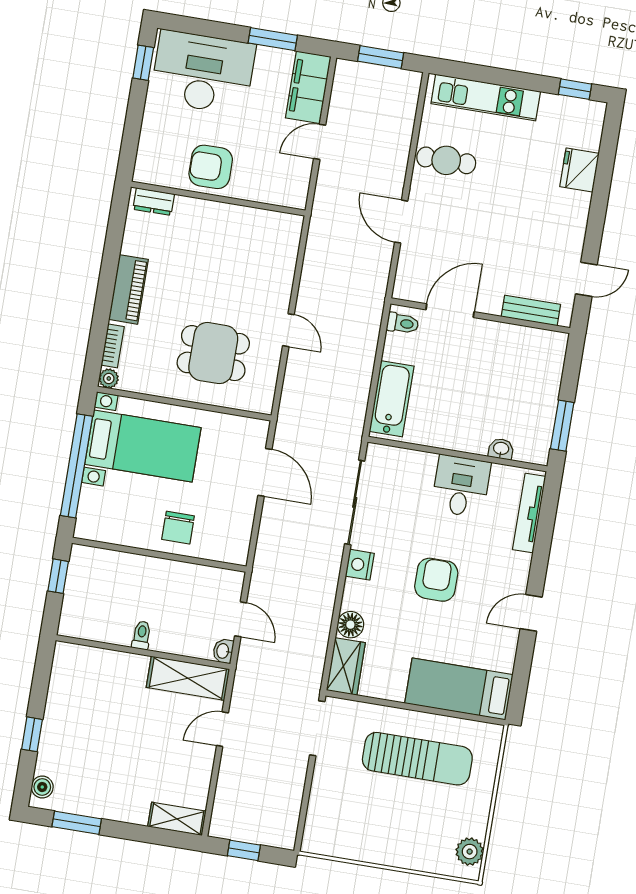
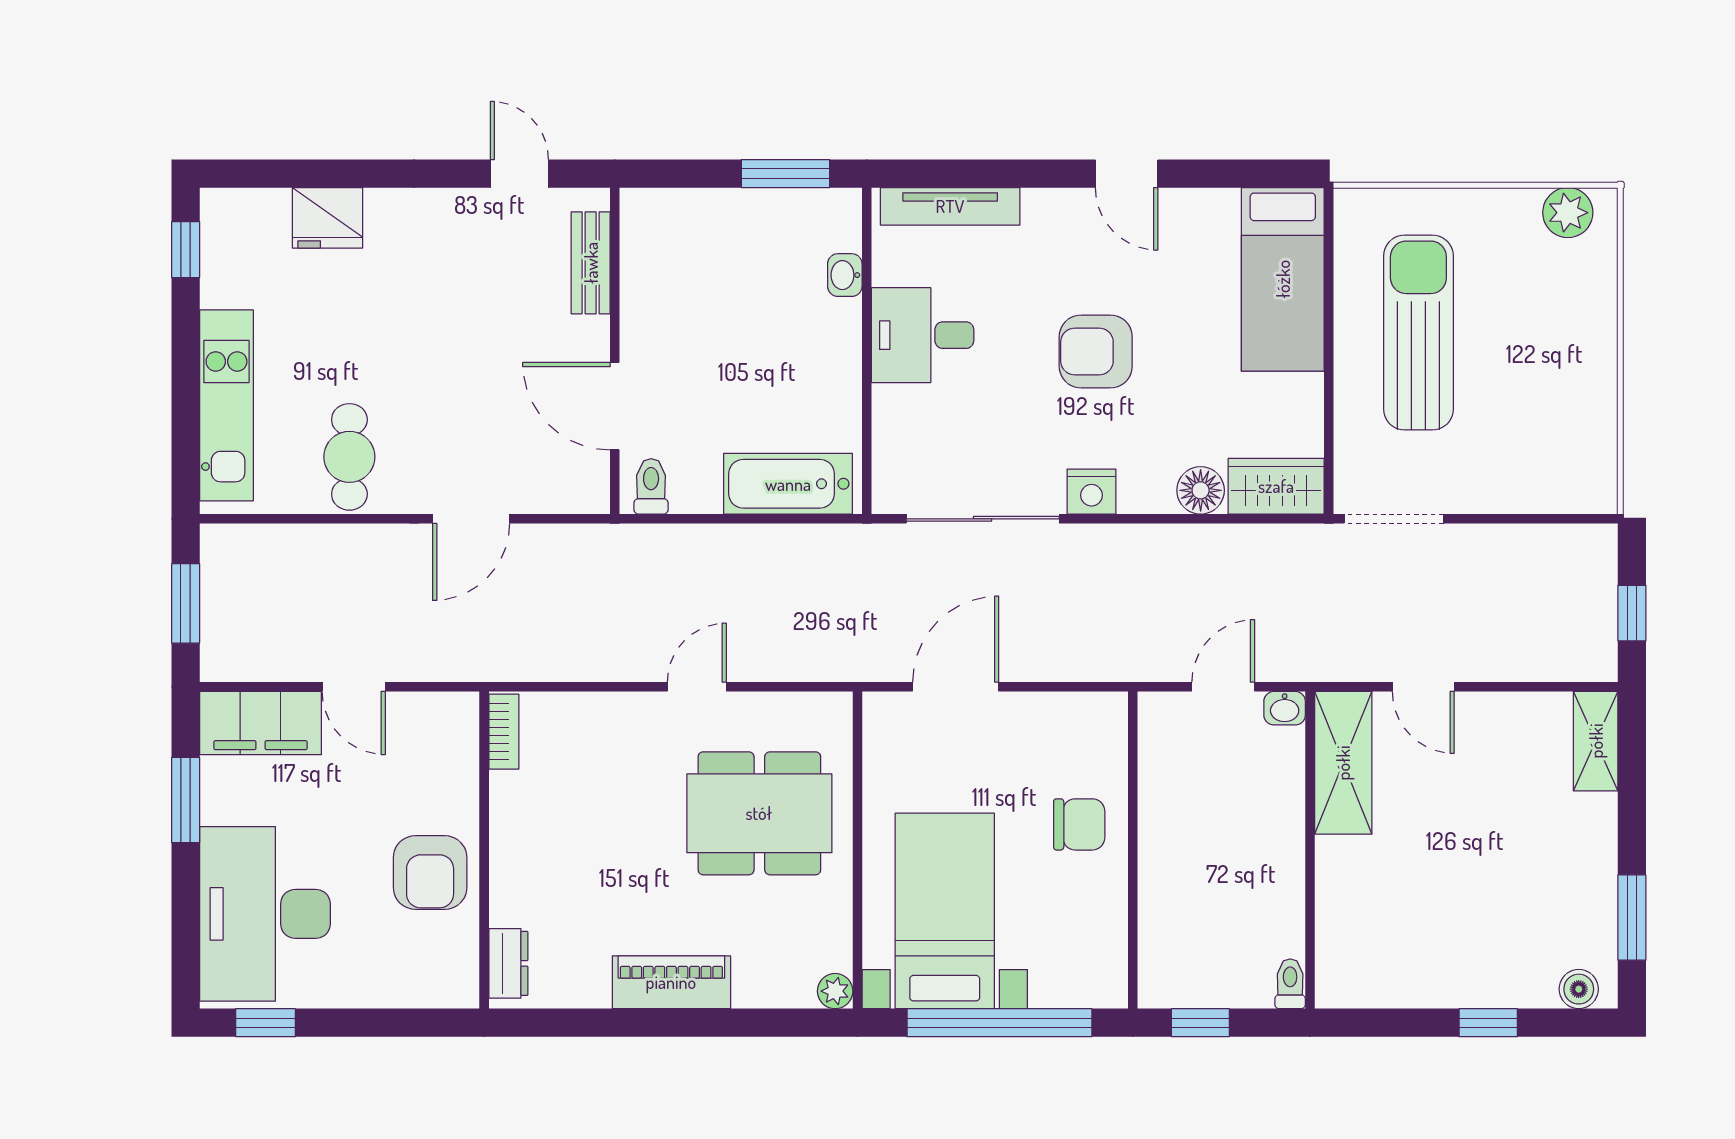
bookcase: (113, 346) -> (504, 732), moved, turned 90
dining table: (213, 353) -> (759, 813), width x1.38
toilet: (142, 635) -> (1290, 984), moved, turned 90

